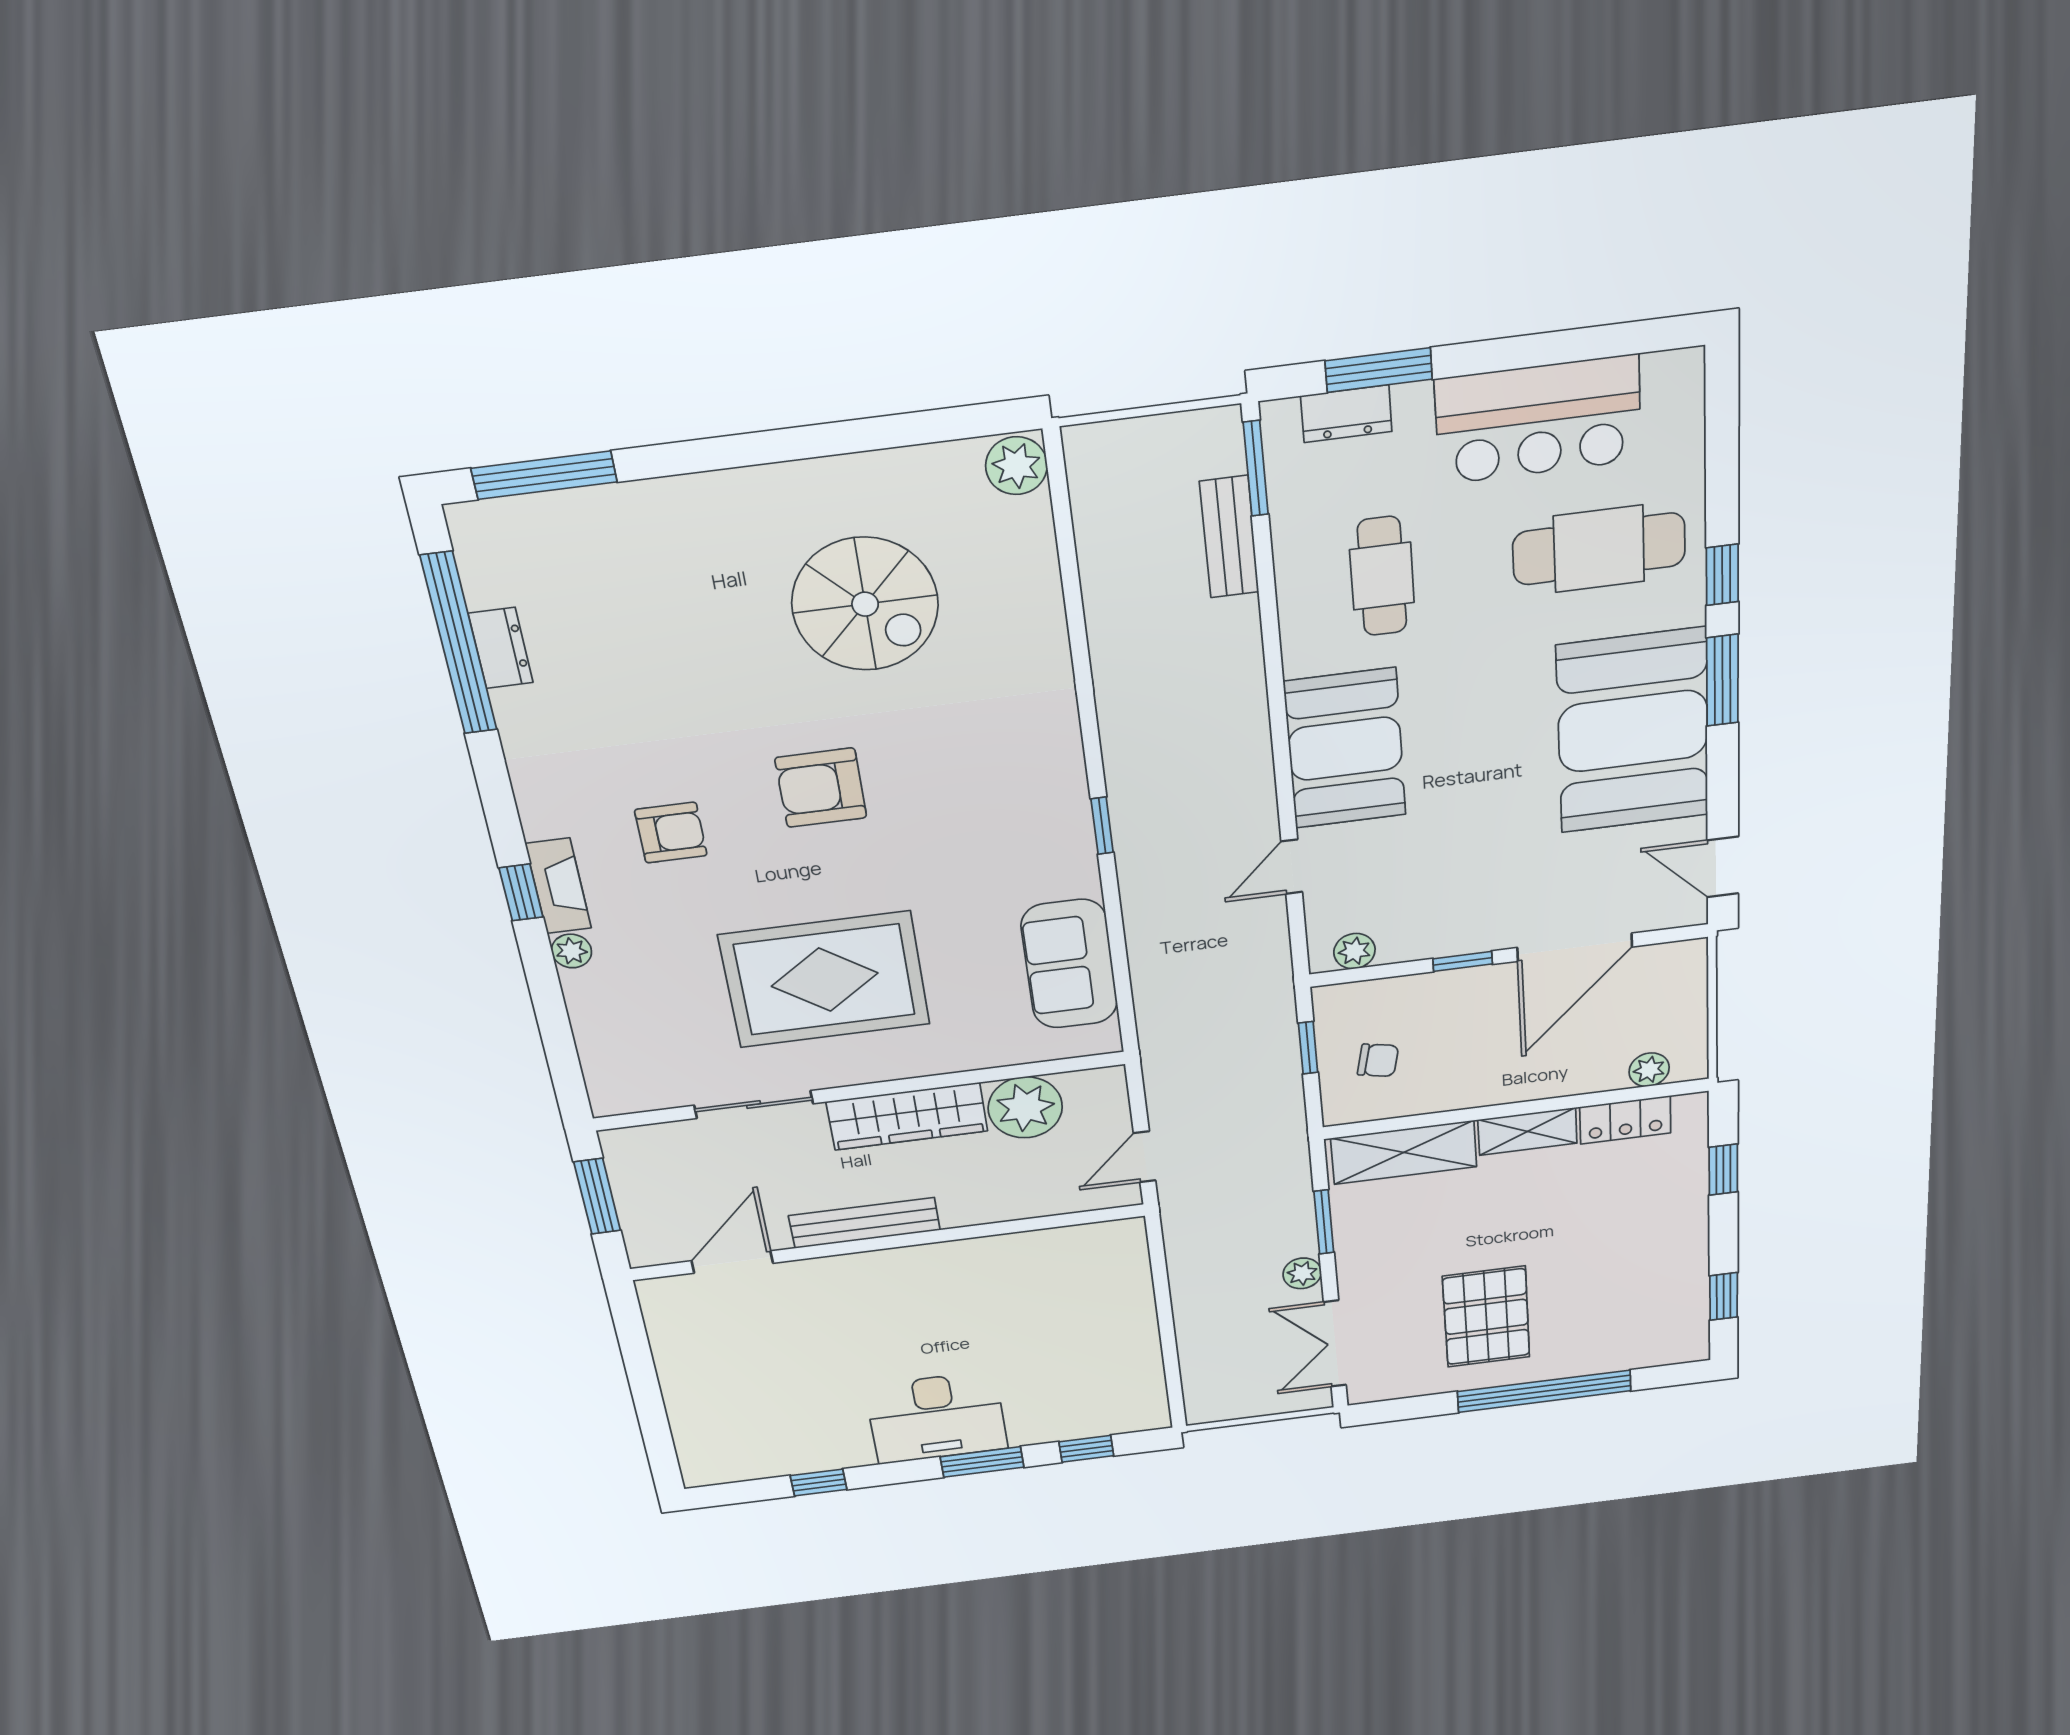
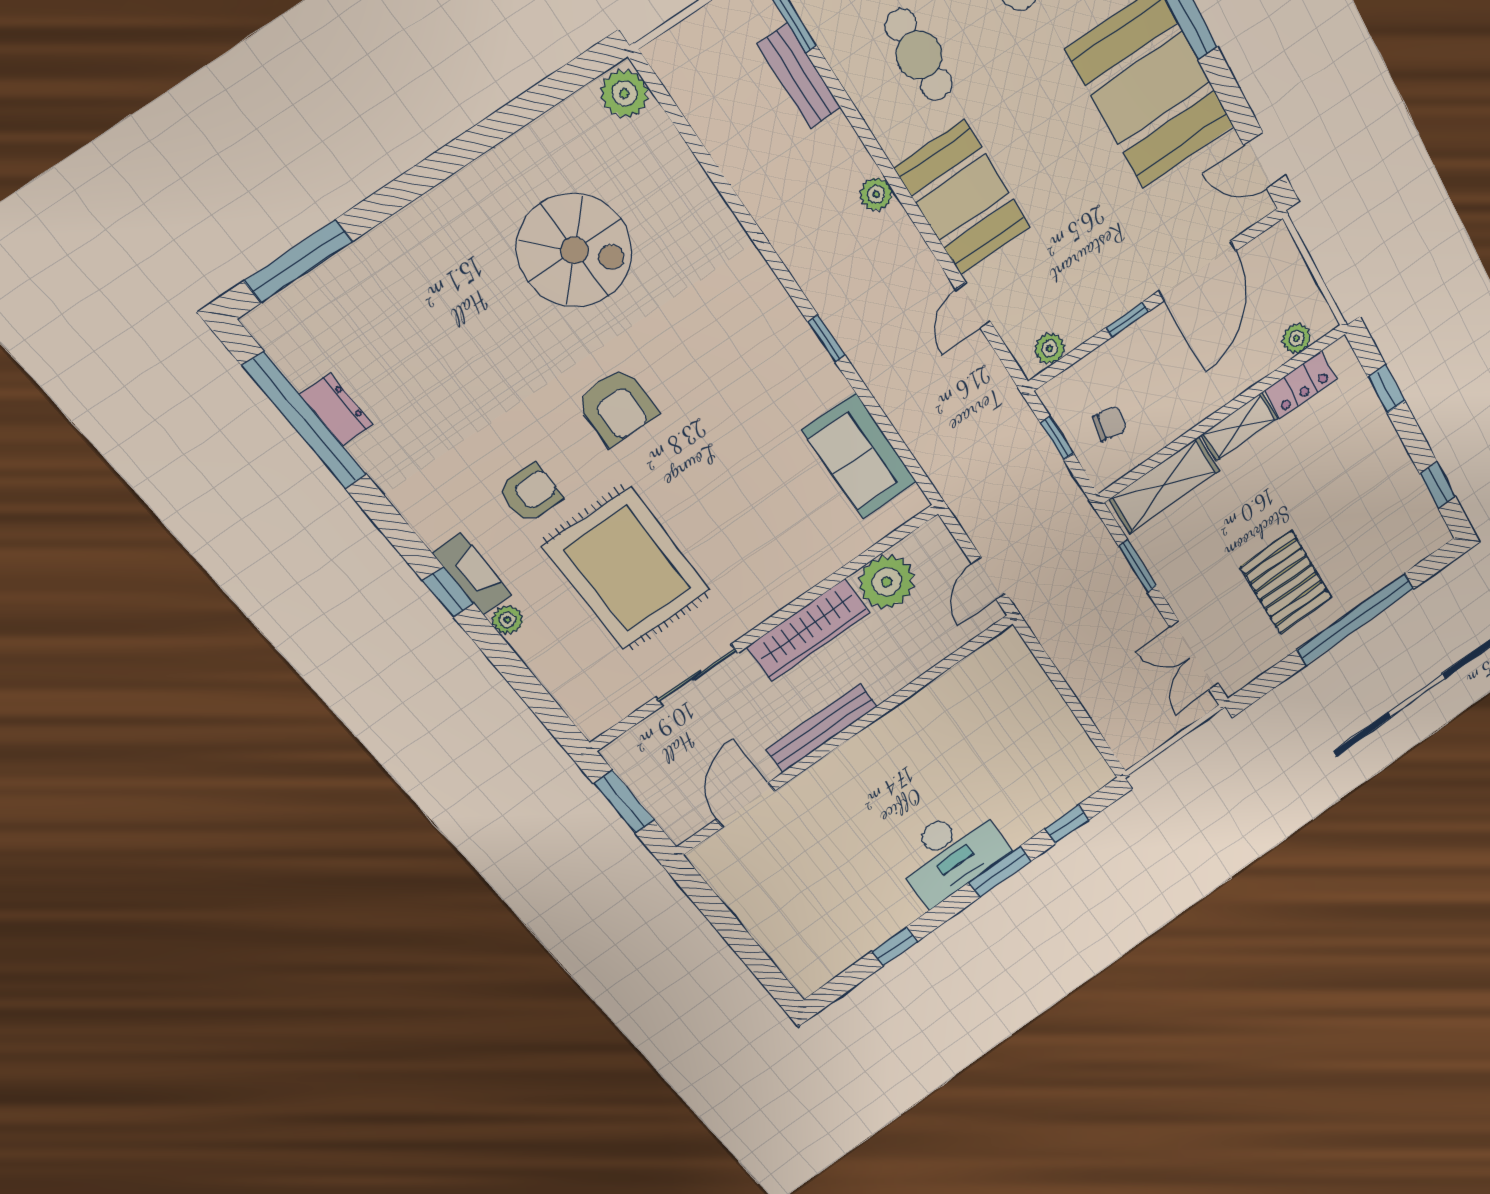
armchair: (821, 788) -> (617, 406), turned -90
rug: (825, 980) -> (627, 569), moved, turned 90
plant: (1302, 1273) -> (876, 194), moved

